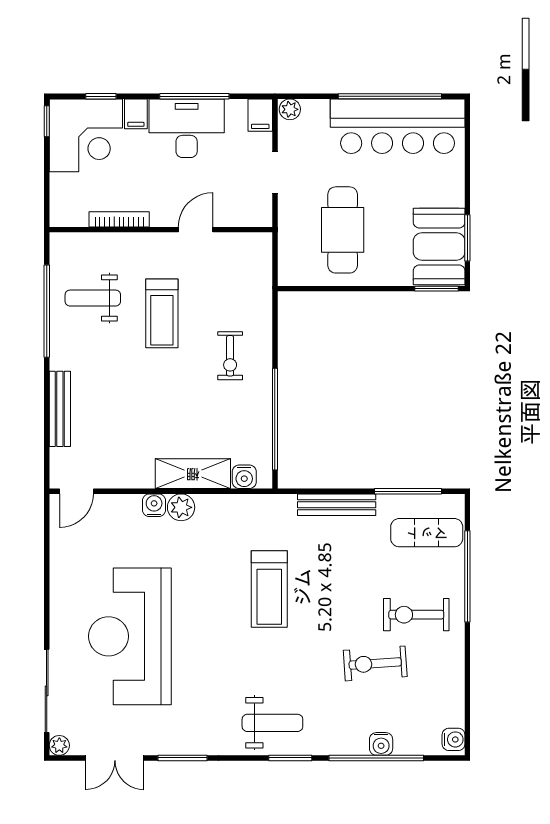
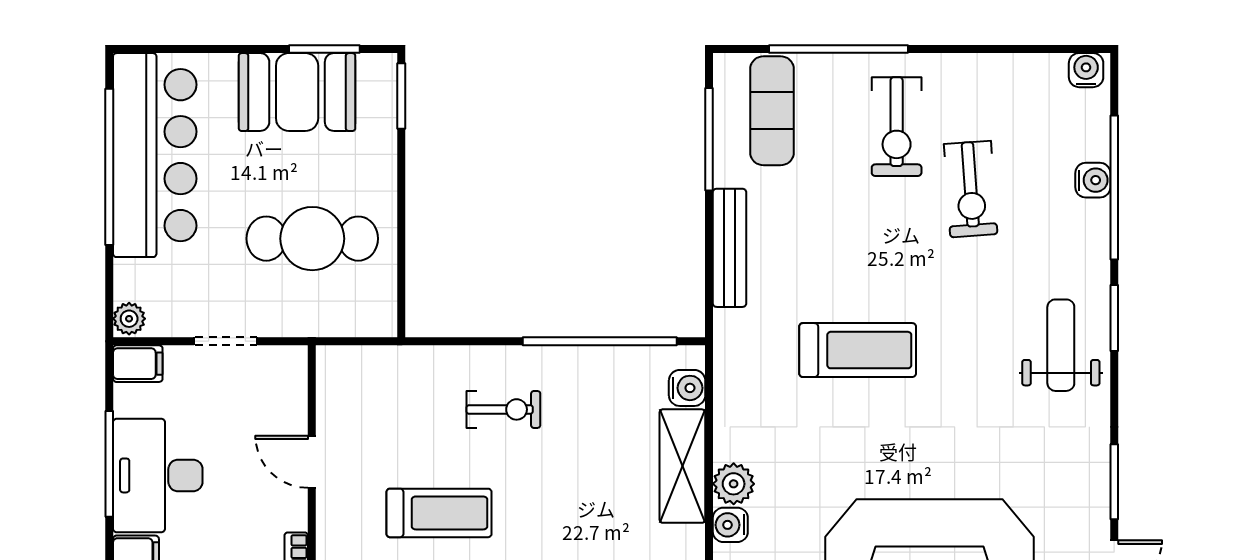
booth: (439, 247) -> (297, 92), moved

